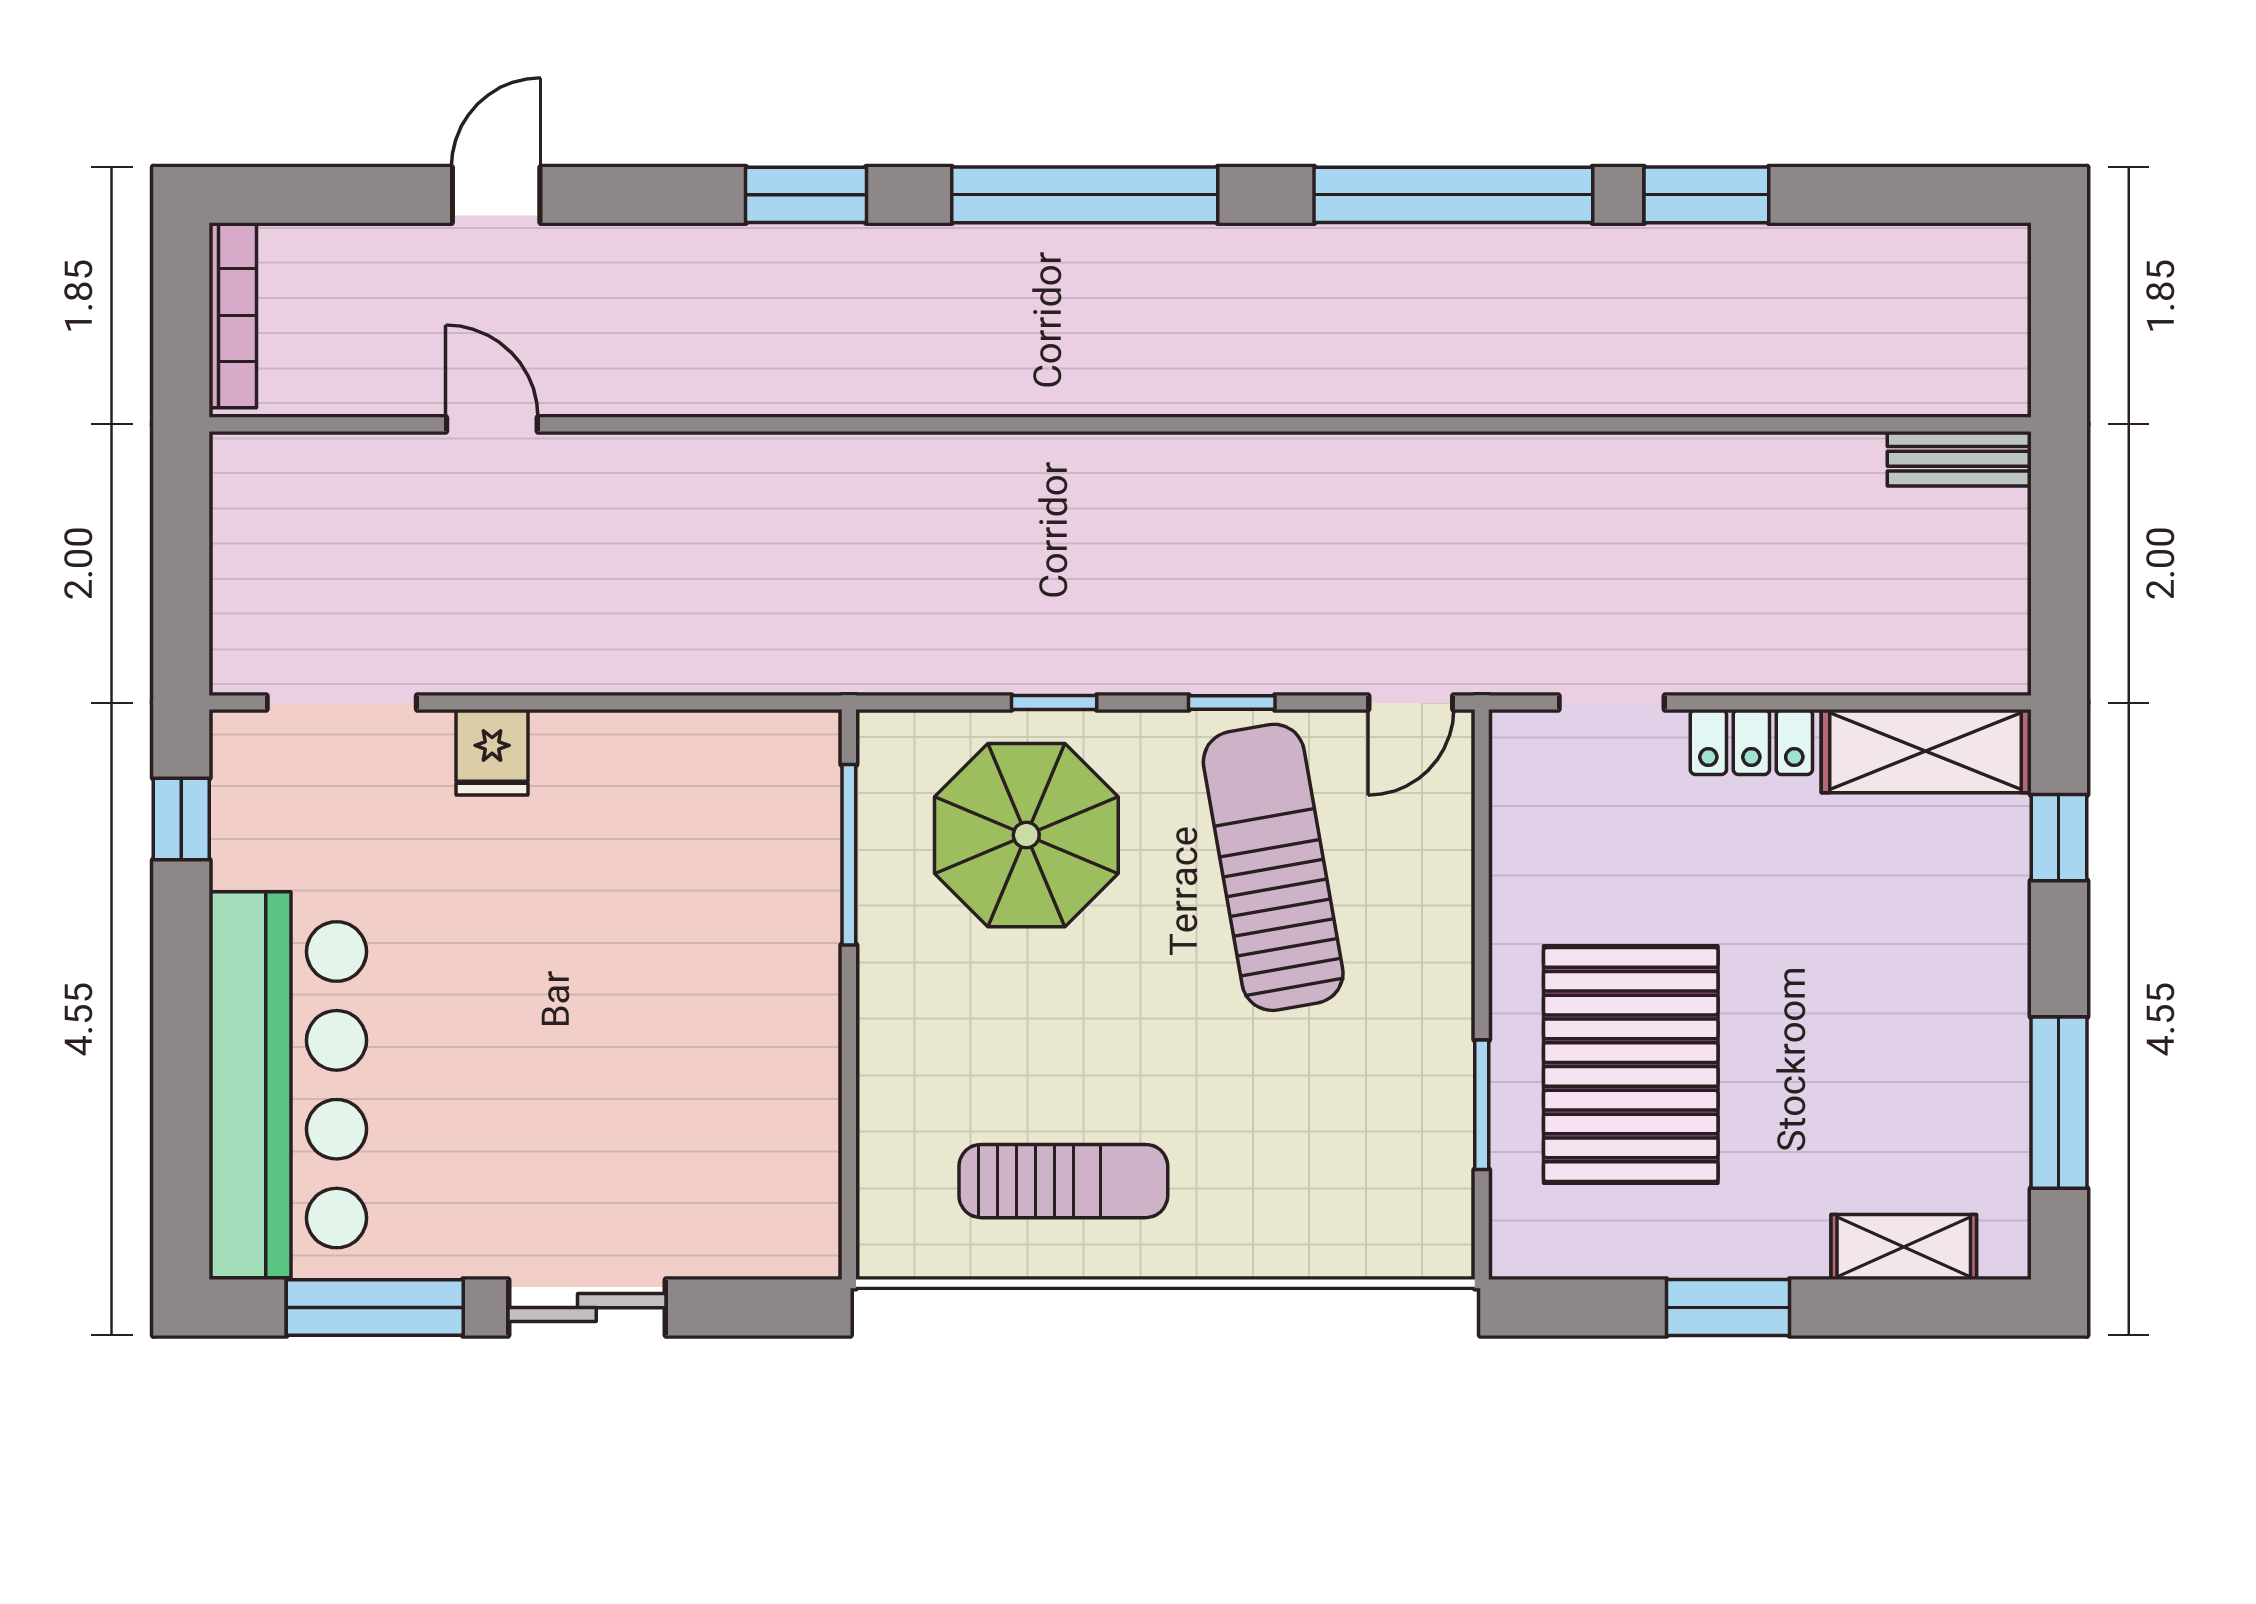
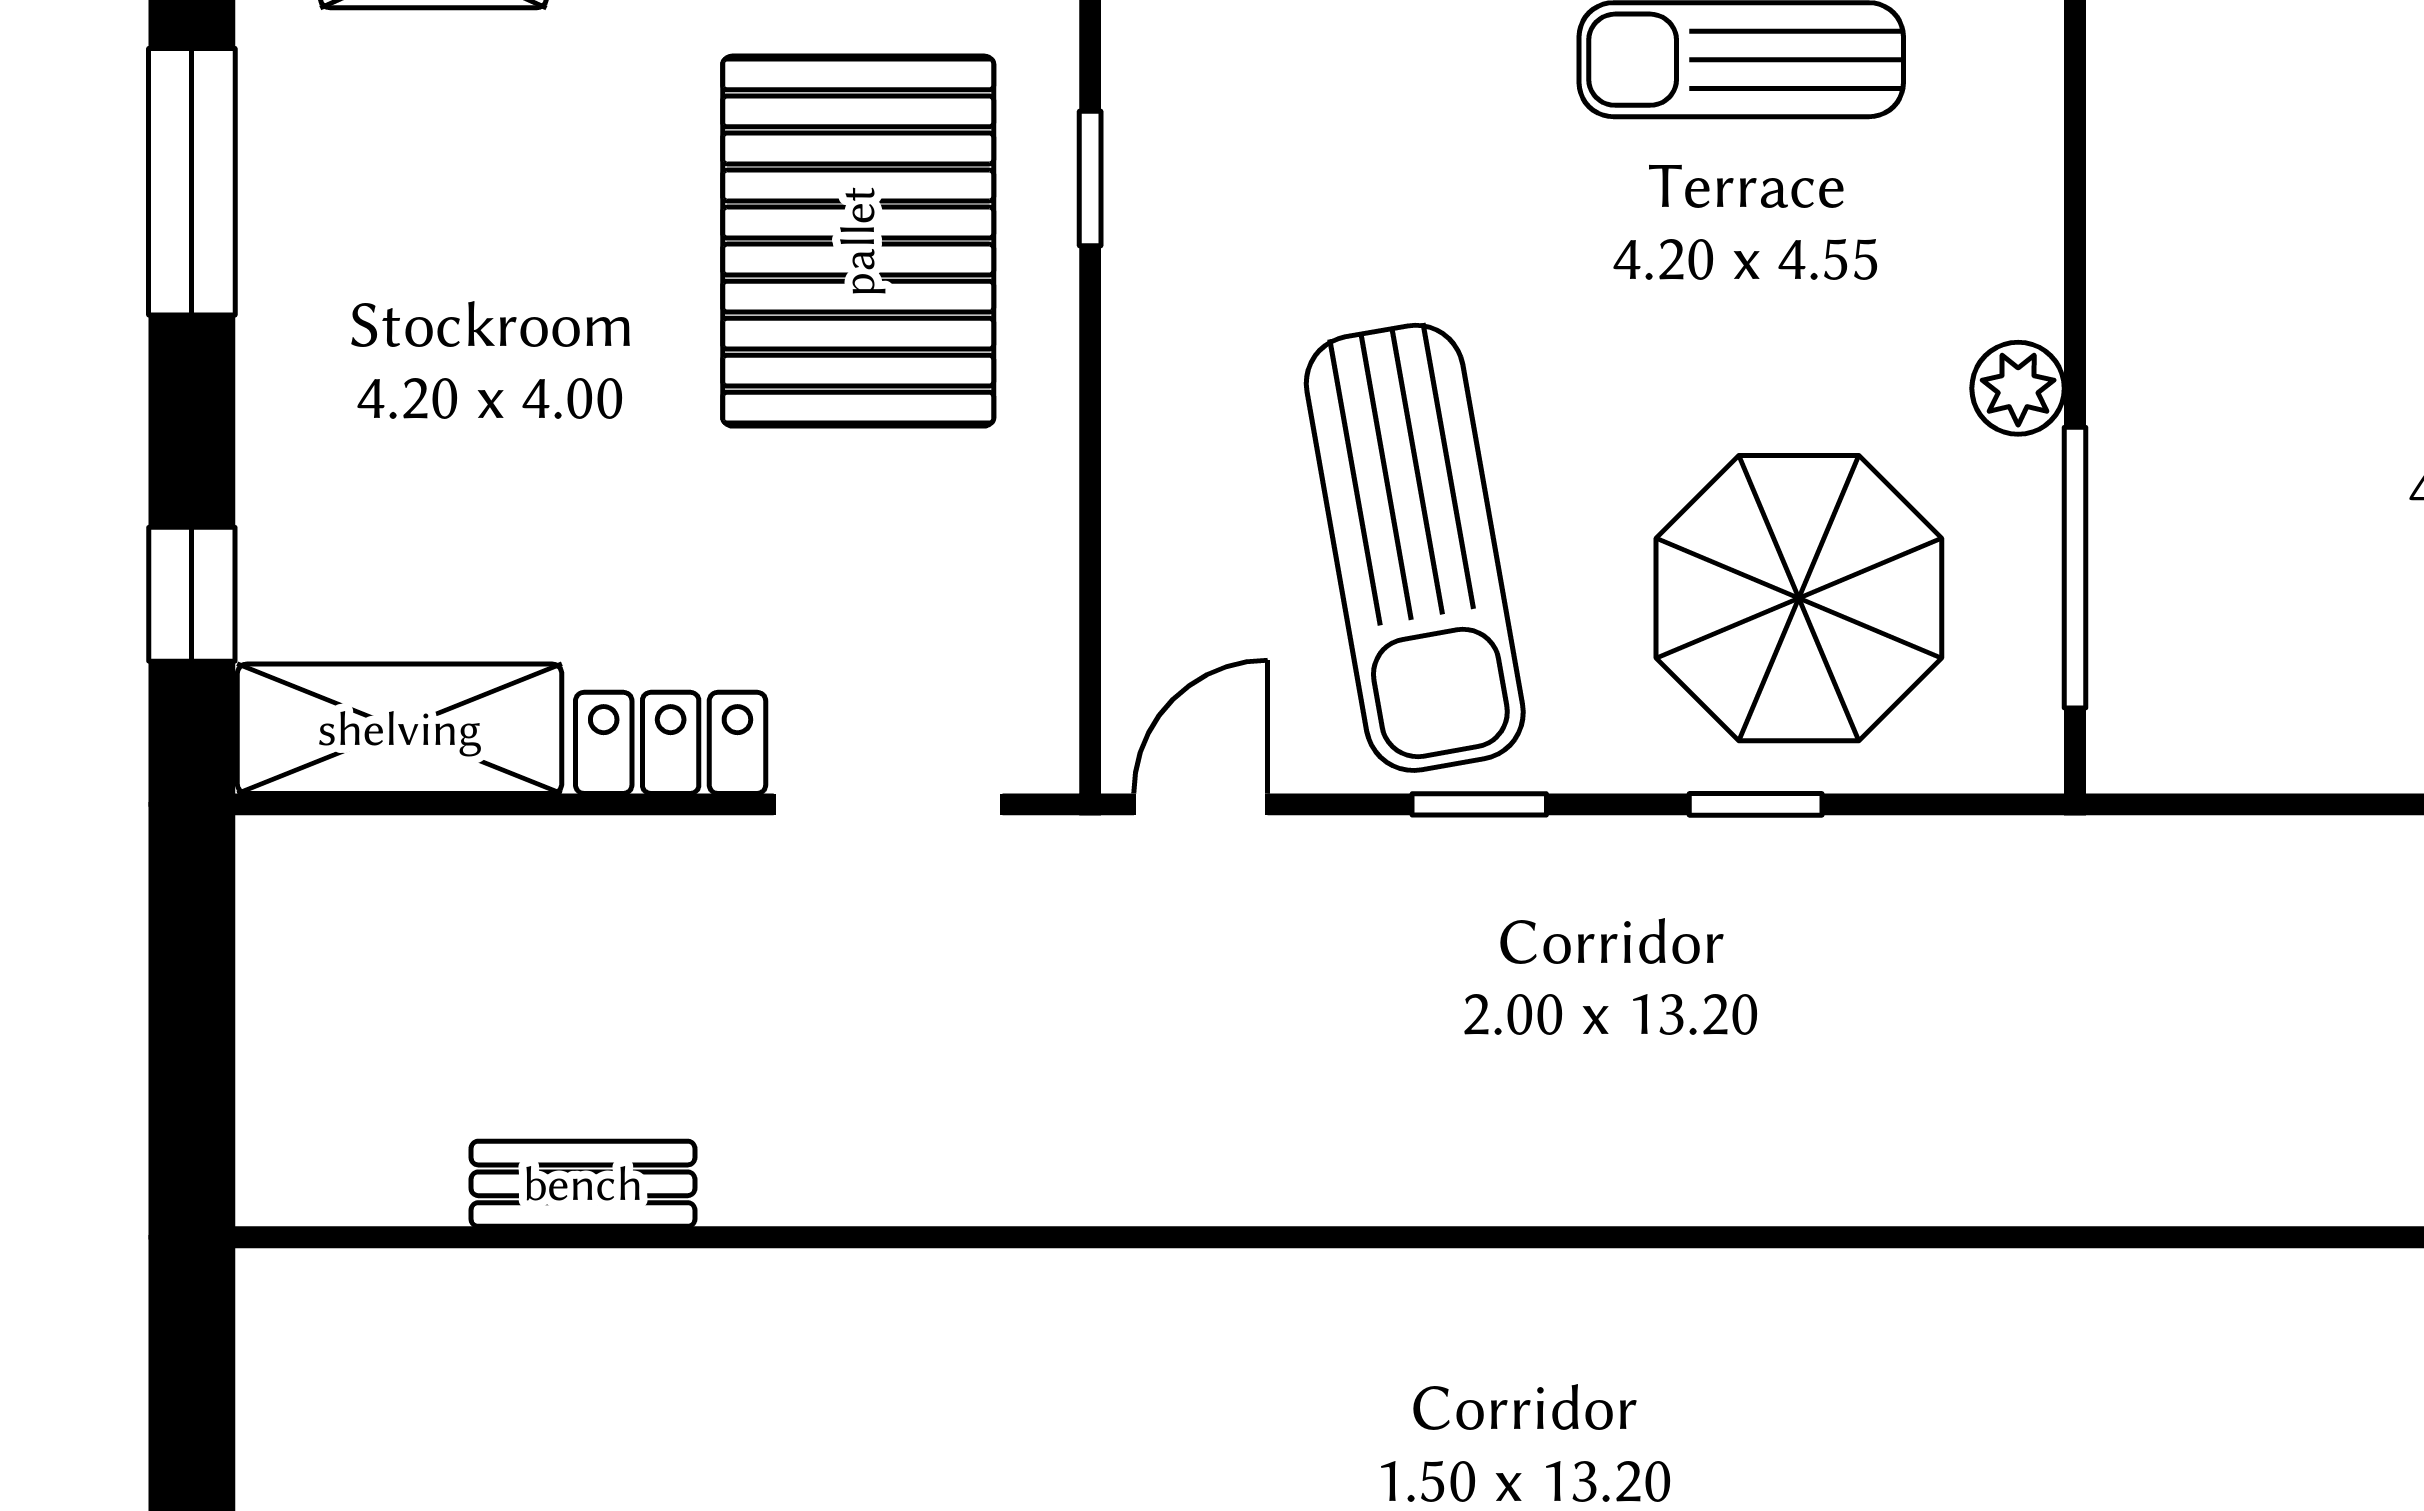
bench: (1959, 459) -> (583, 1184), moved
doorway: (1612, 703) -> (888, 804), width x1.38
plant: (885, 970) -> (2018, 388), added
window: (1482, 1105) -> (1090, 178), width x0.67

